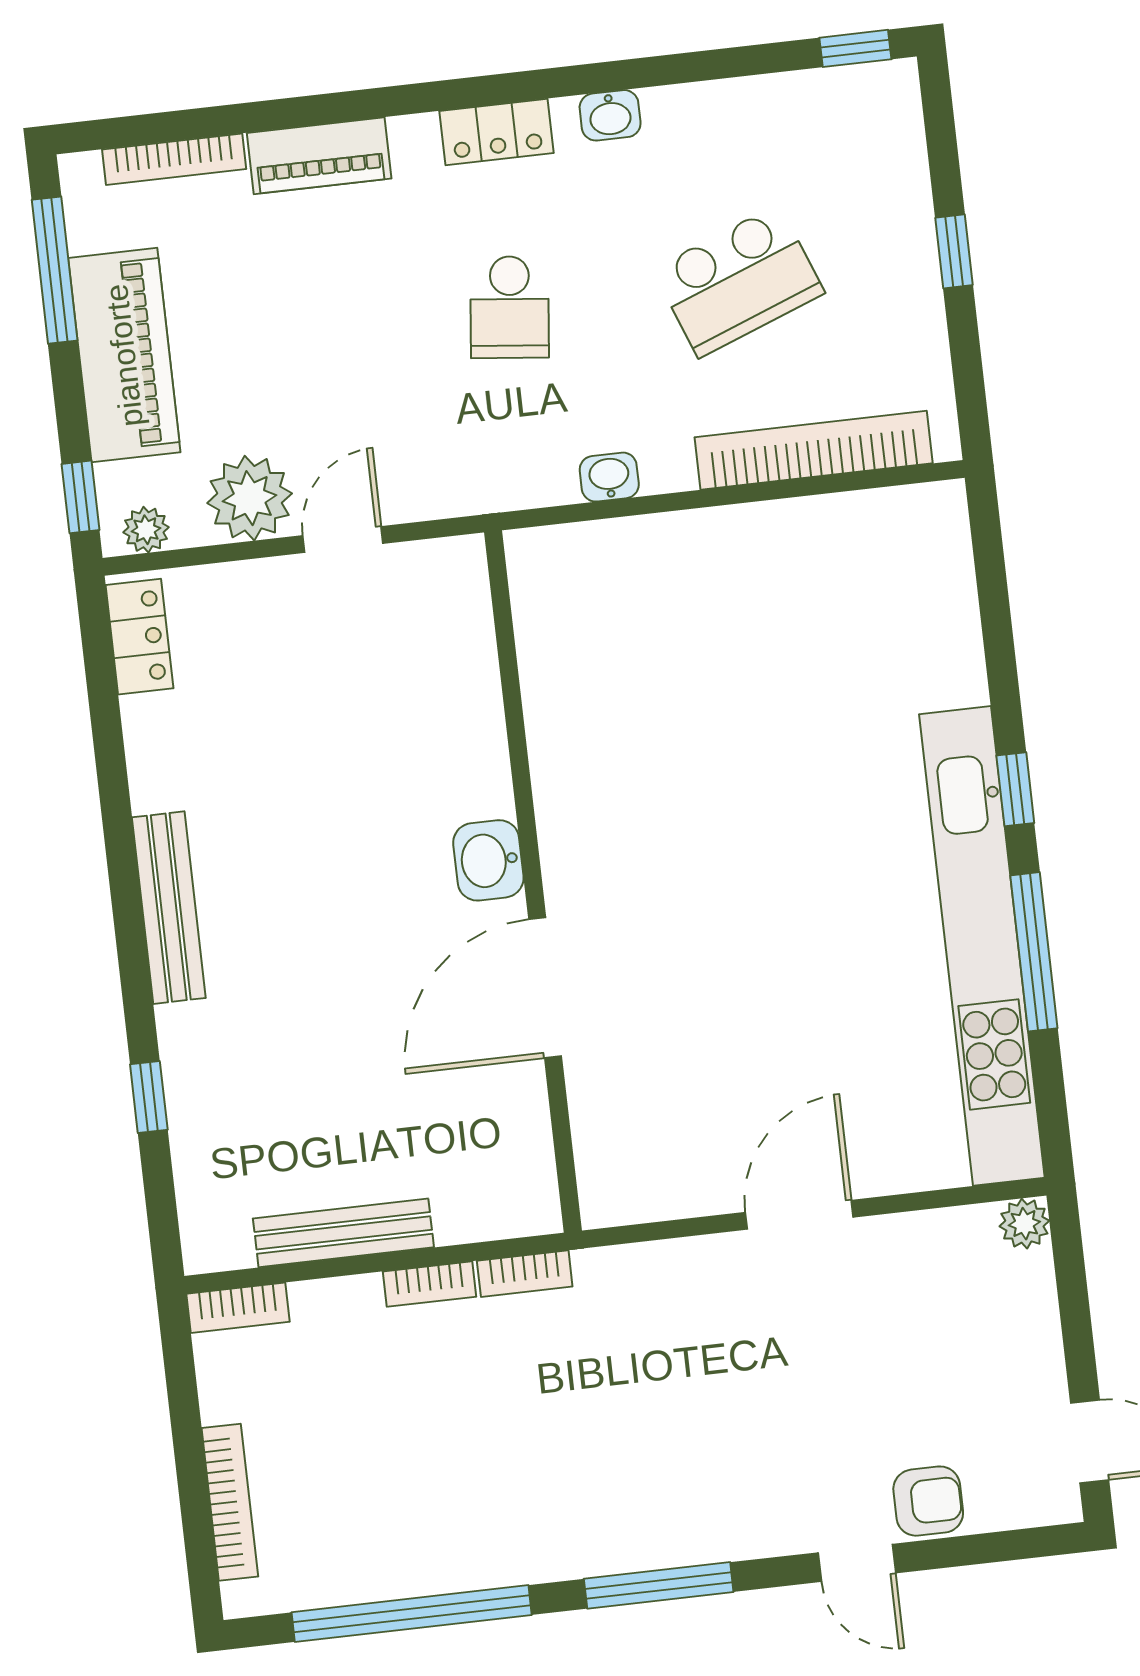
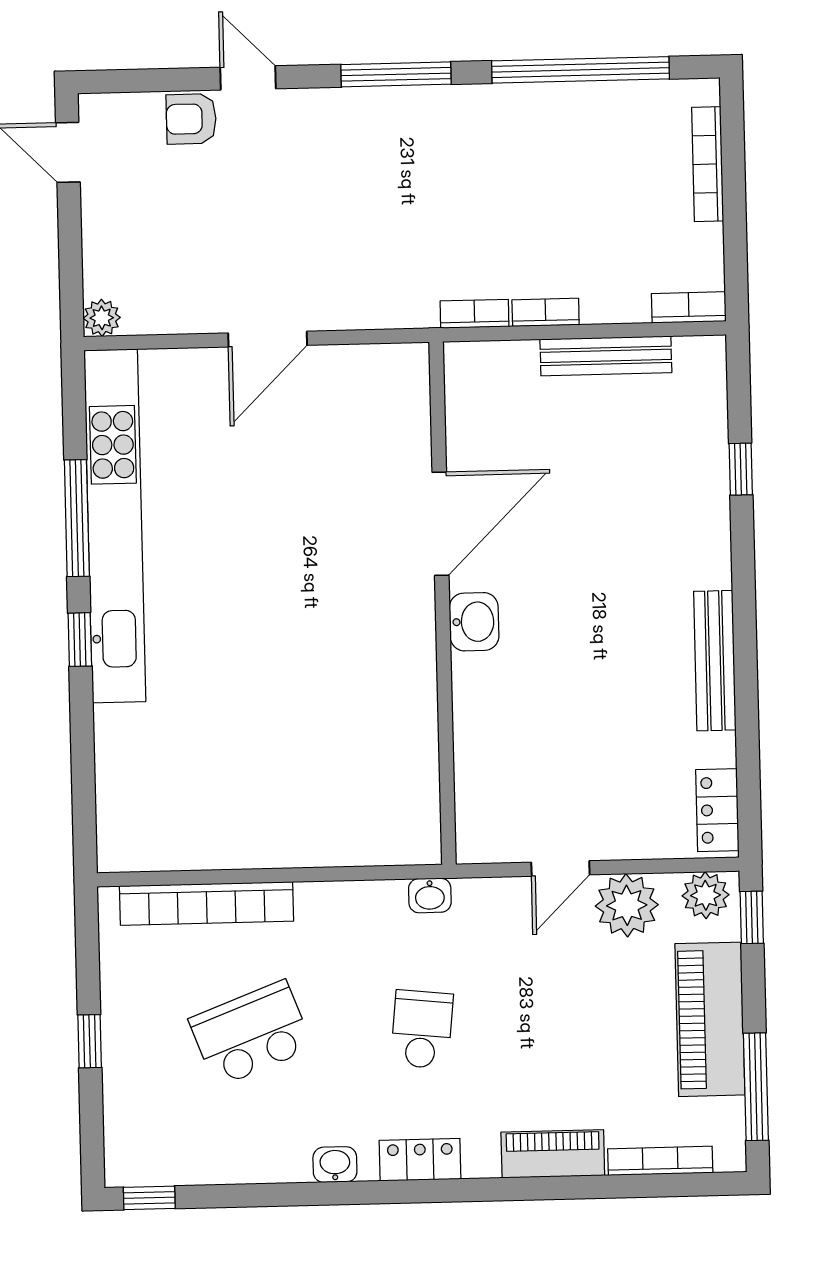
washbasin: (609, 477) -> (430, 895), moved
plant: (146, 530) -> (706, 895), width x1.38, depth x1.38
bench: (169, 908) -> (715, 661), moved

